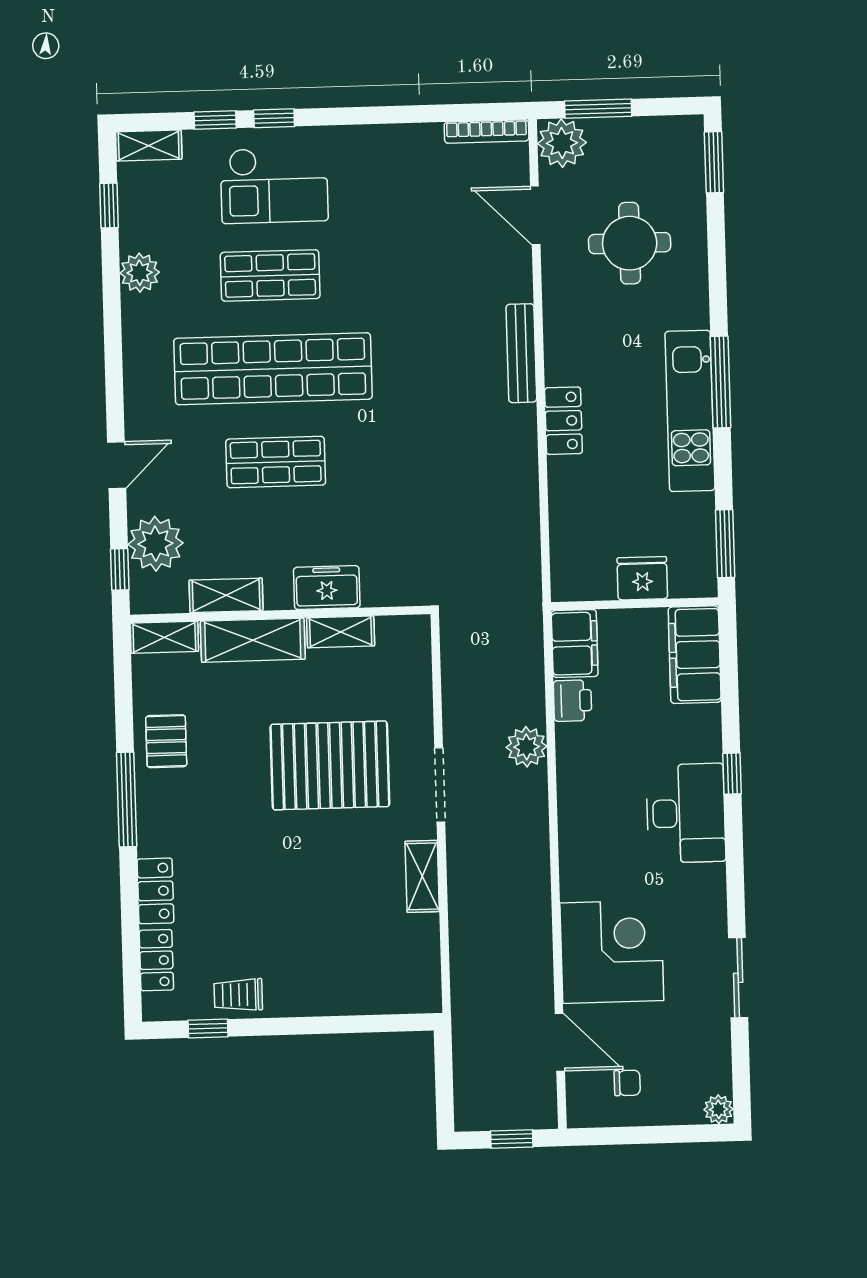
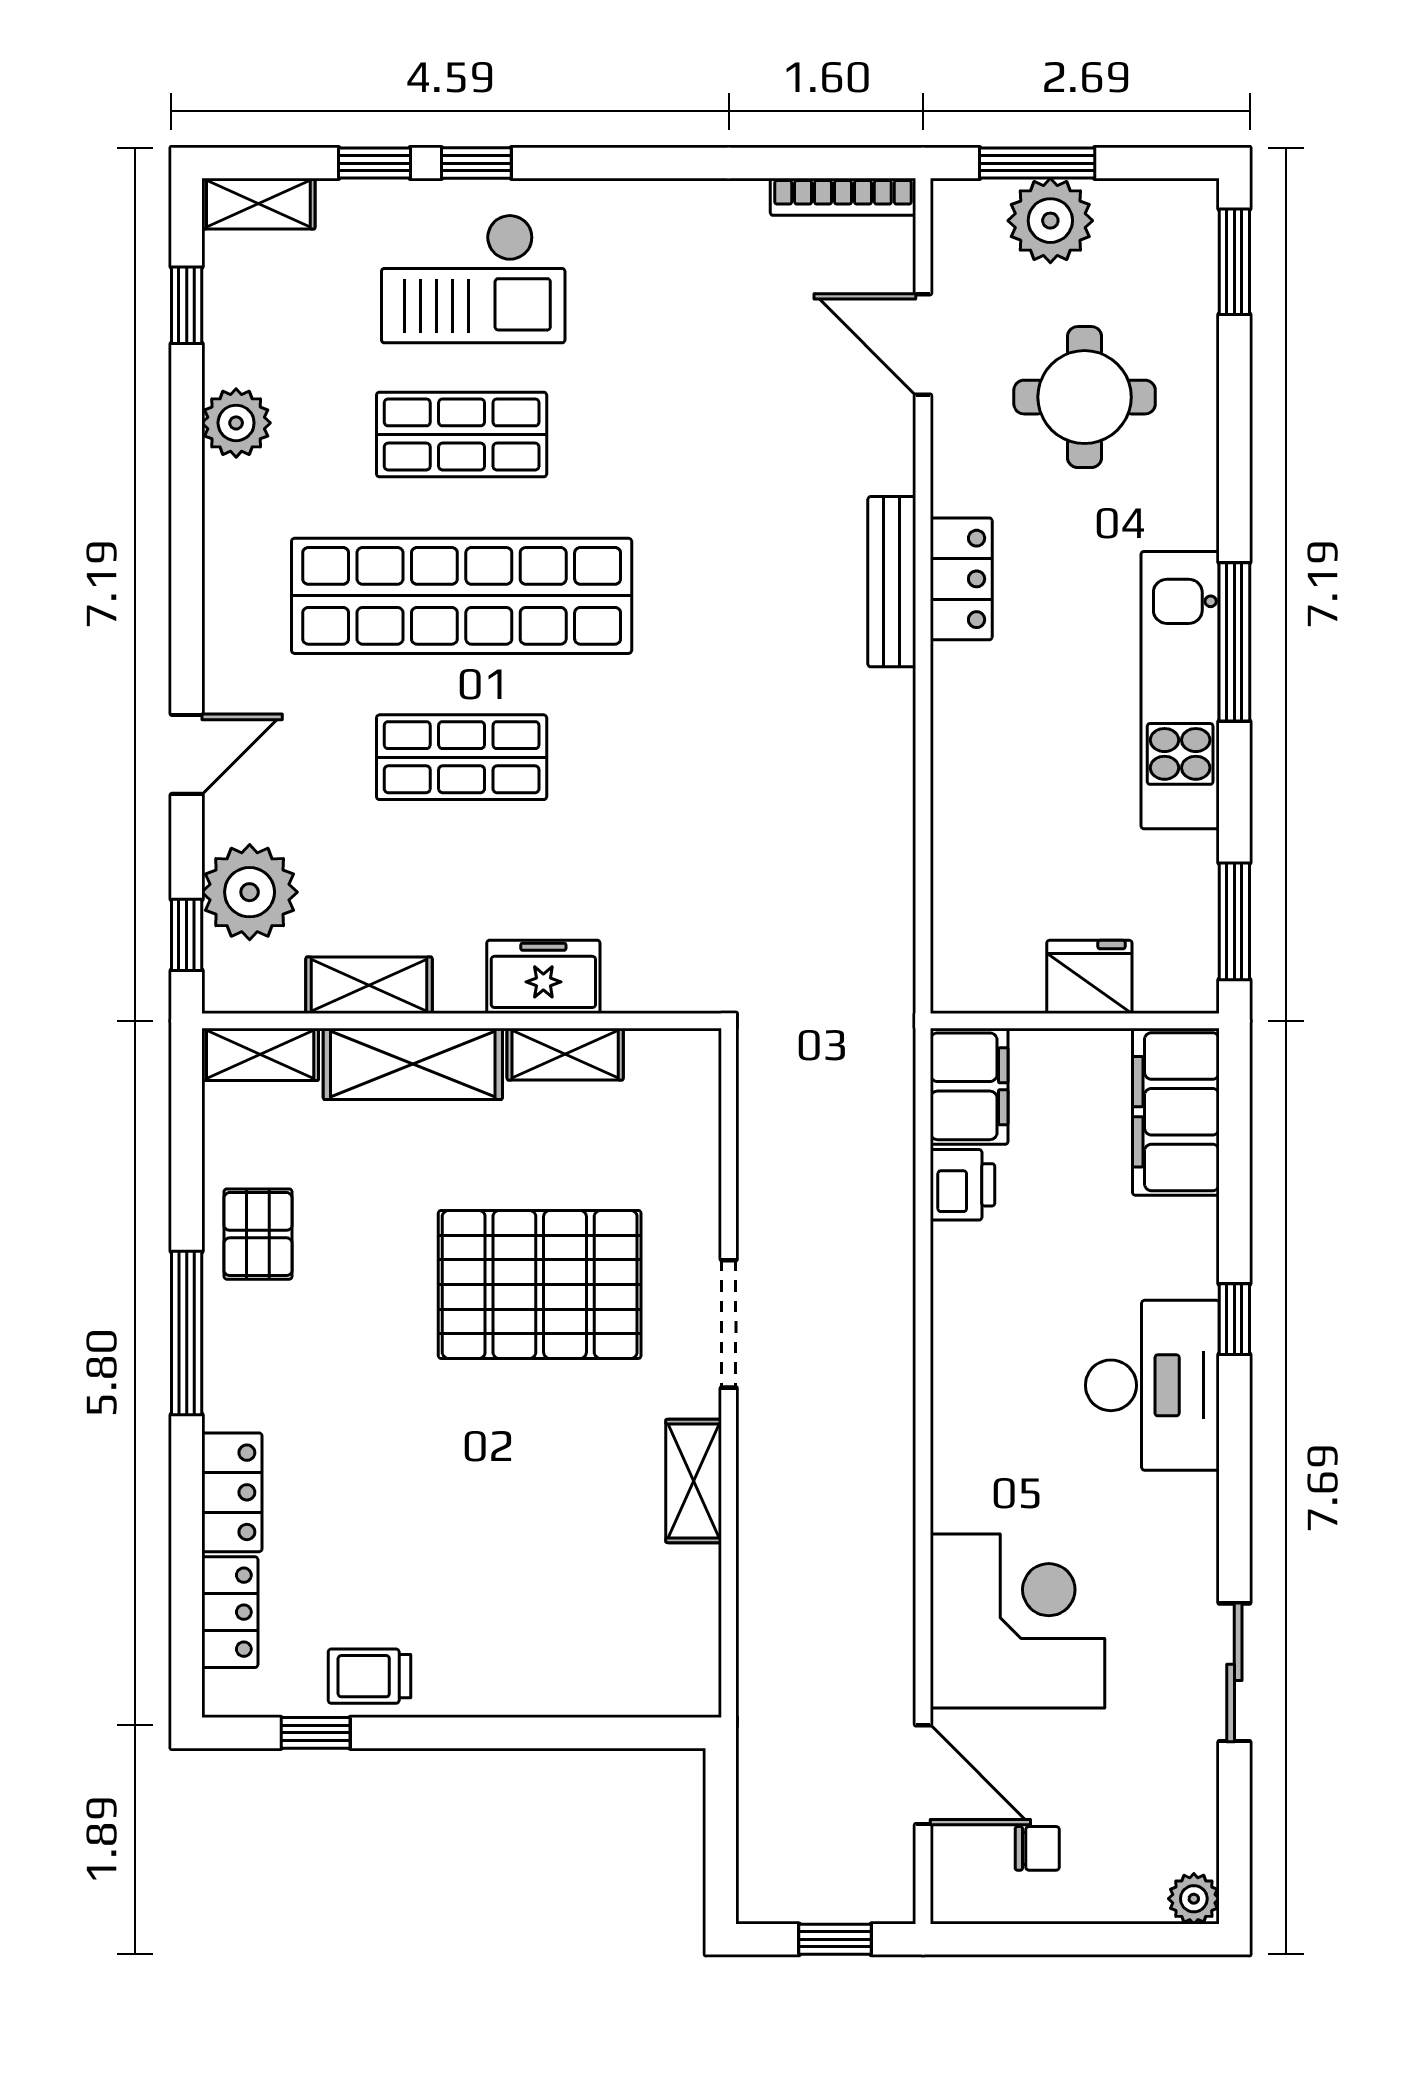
plant: (562, 143) -> (1050, 221), moved
locker: (563, 421) -> (961, 579), moved
plant: (527, 747) -> (881, 1262), removed

